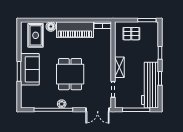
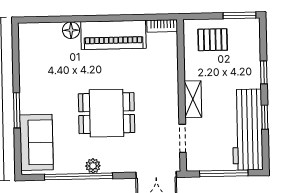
rug: (36, 35) -> (45, 46), removed
sofa: (30, 69) -> (36, 142), moved
dining table: (70, 74) -> (107, 113), turned 90

